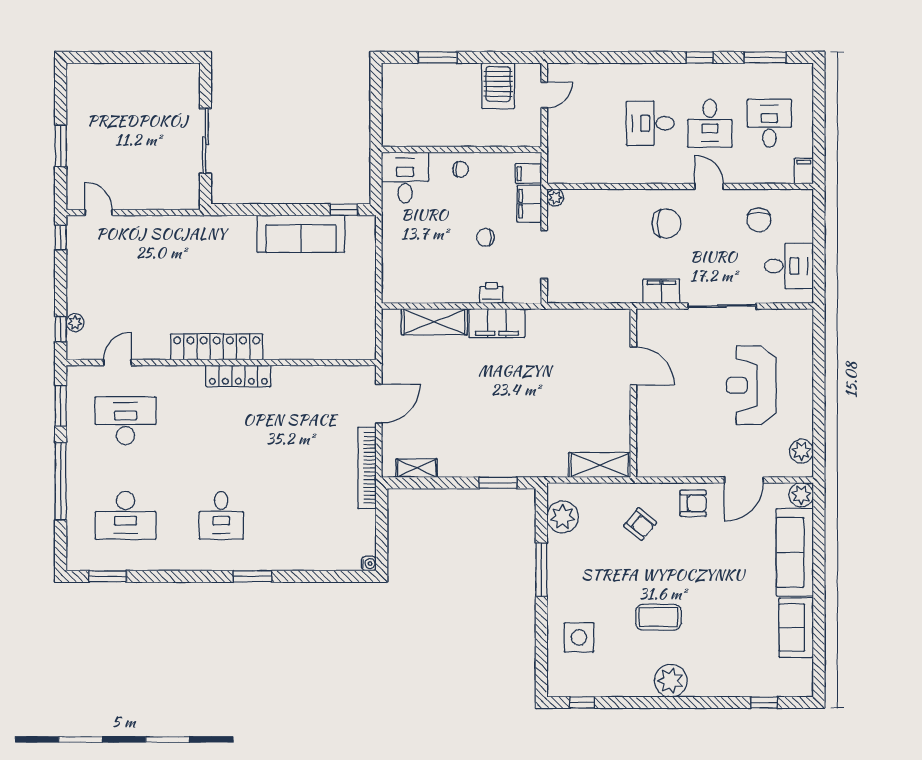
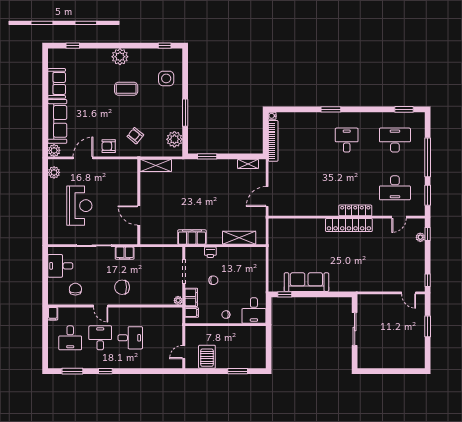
filing cabinet: (497, 323) -> (192, 237), moved
locker: (238, 376) -> (355, 210), moved
bookcase: (367, 468) -> (273, 141), moved

